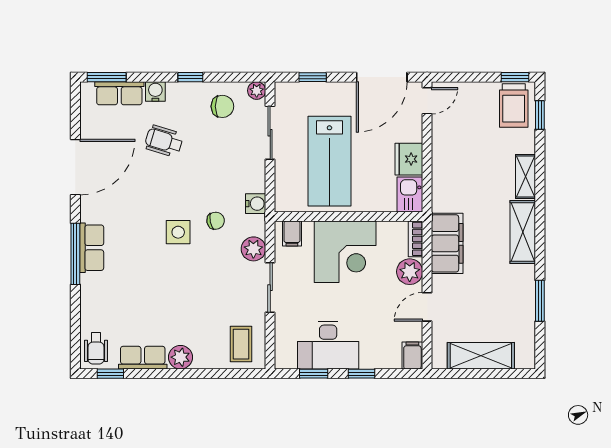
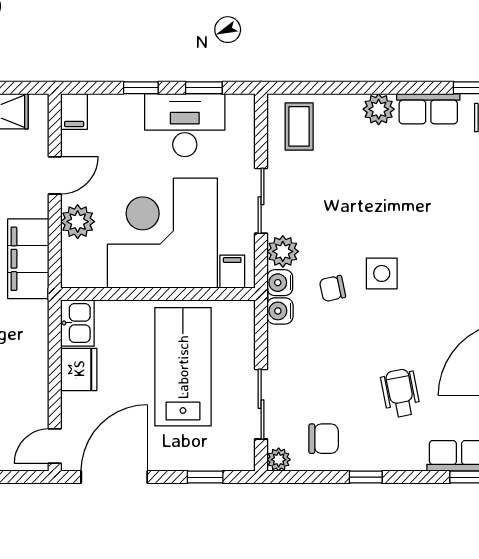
water cooler: (155, 91) -> (280, 283), moved, turned 90
chair: (222, 106) -> (324, 439), turned 180
wheelchair: (164, 141) -> (401, 393), turned -118
bookcase: (415, 239) -> (70, 265), removed
corner desk: (345, 252) -> (162, 233), width x1.36, depth x1.36

